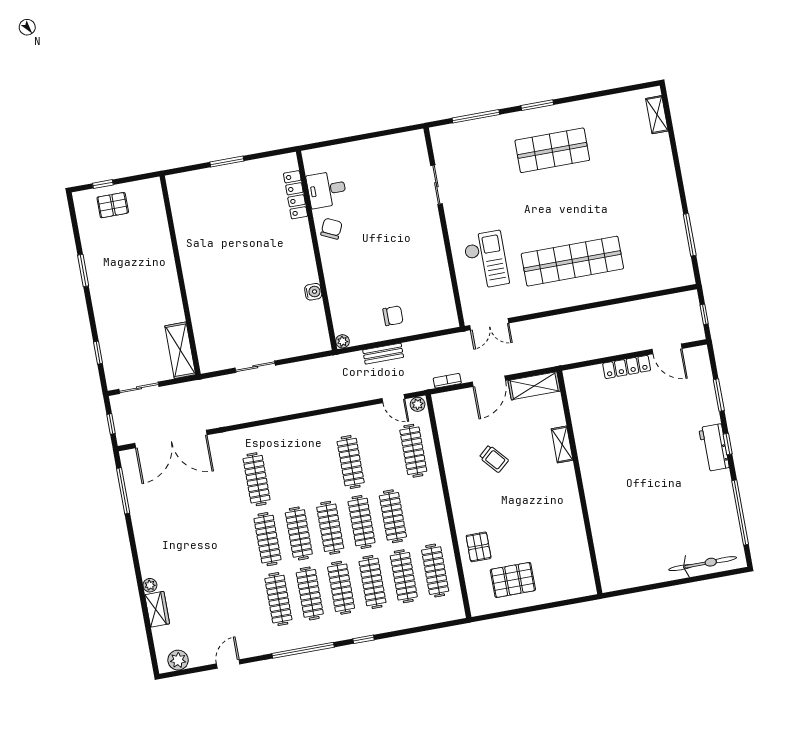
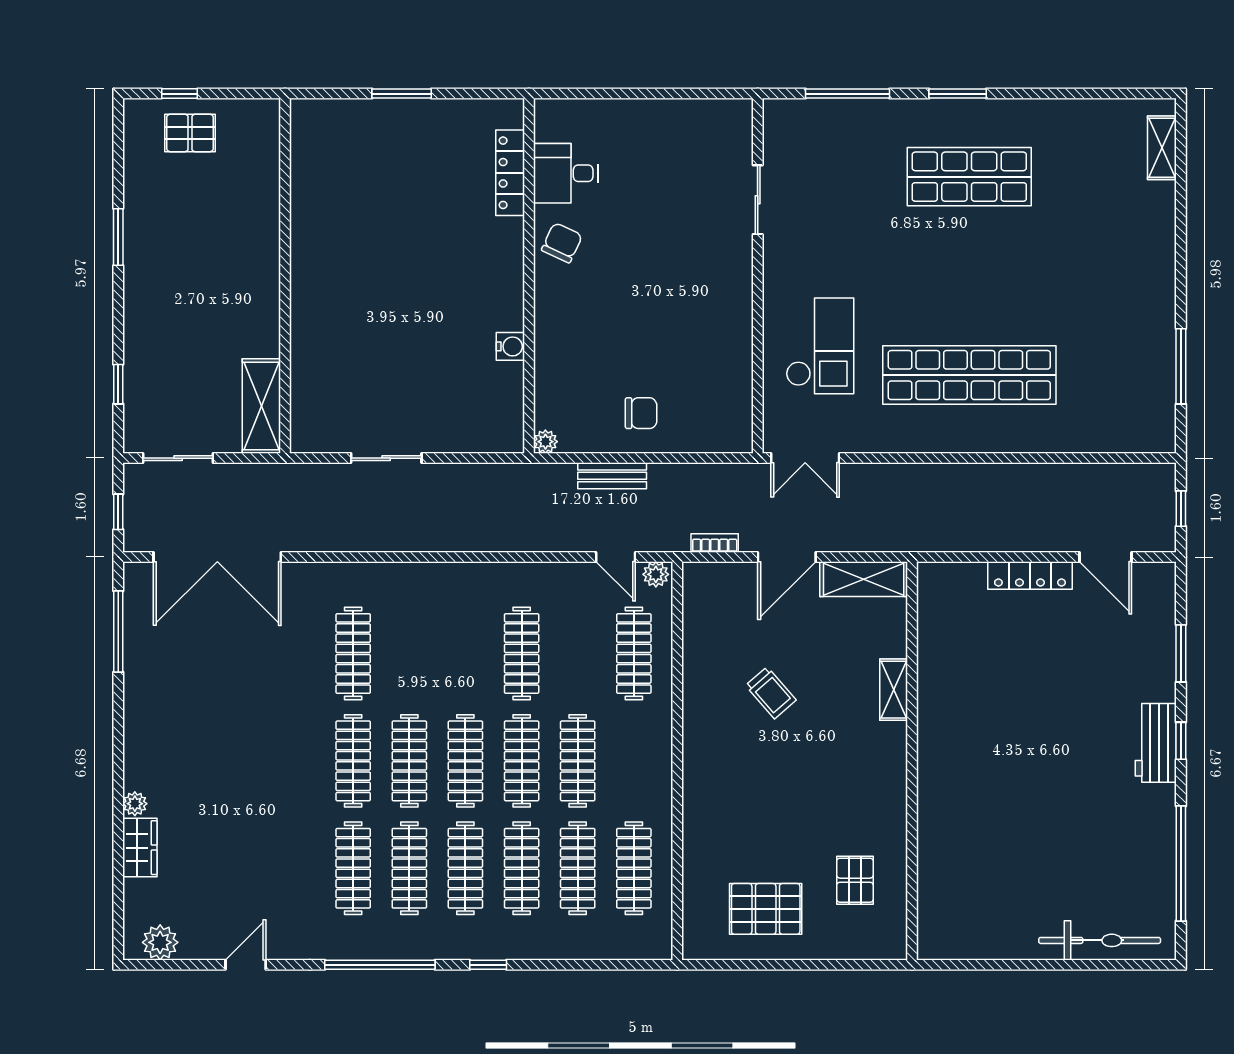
pallet: (479, 547) -> (855, 880), moved

